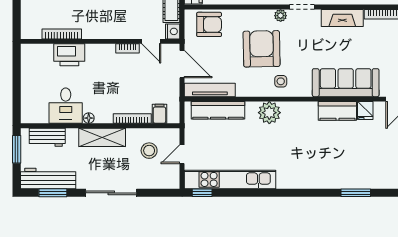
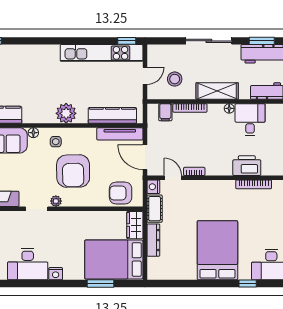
floor lamp: (306, 91) -> (33, 133), added

